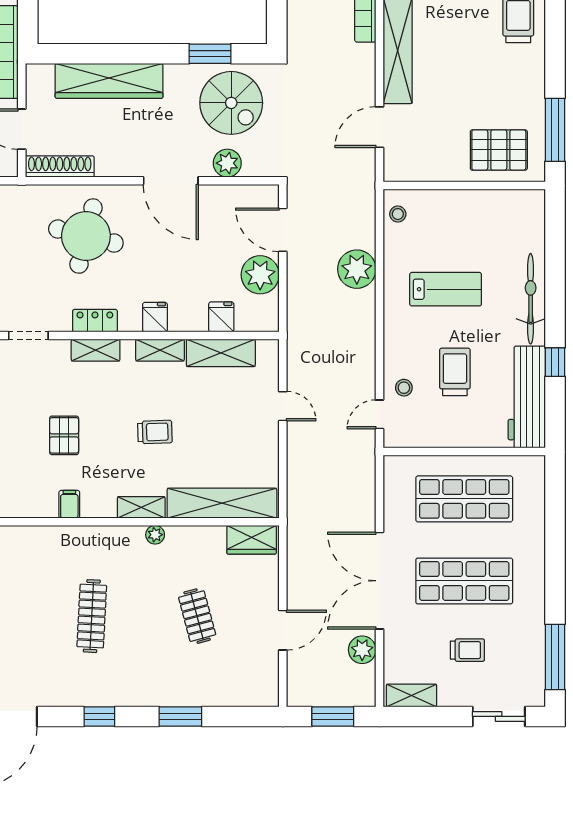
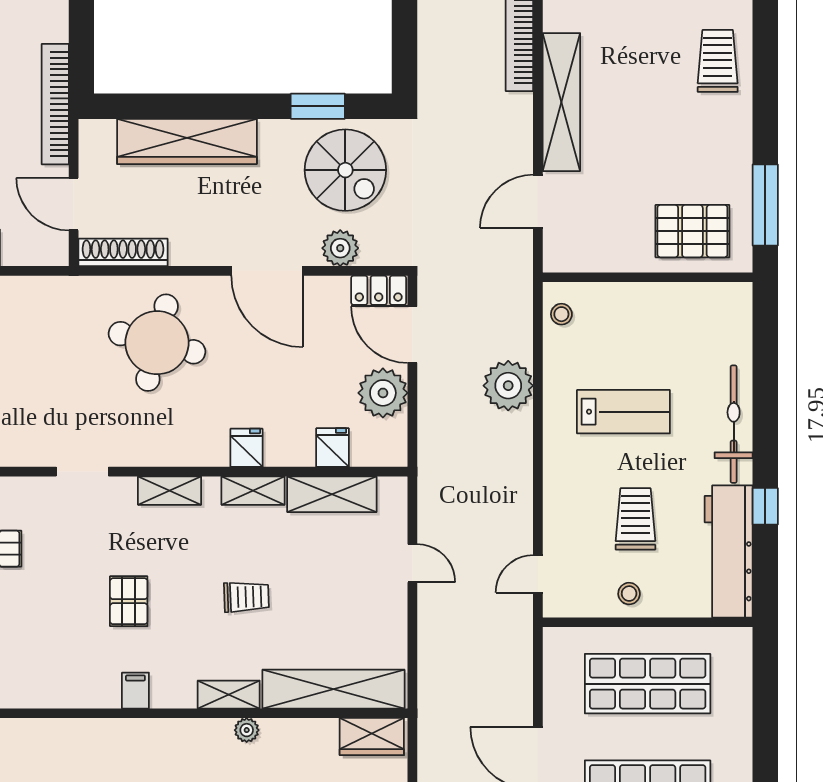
locker: (95, 321) -> (379, 290), moved, turned 180
stool: (404, 388) -> (629, 594), moved

